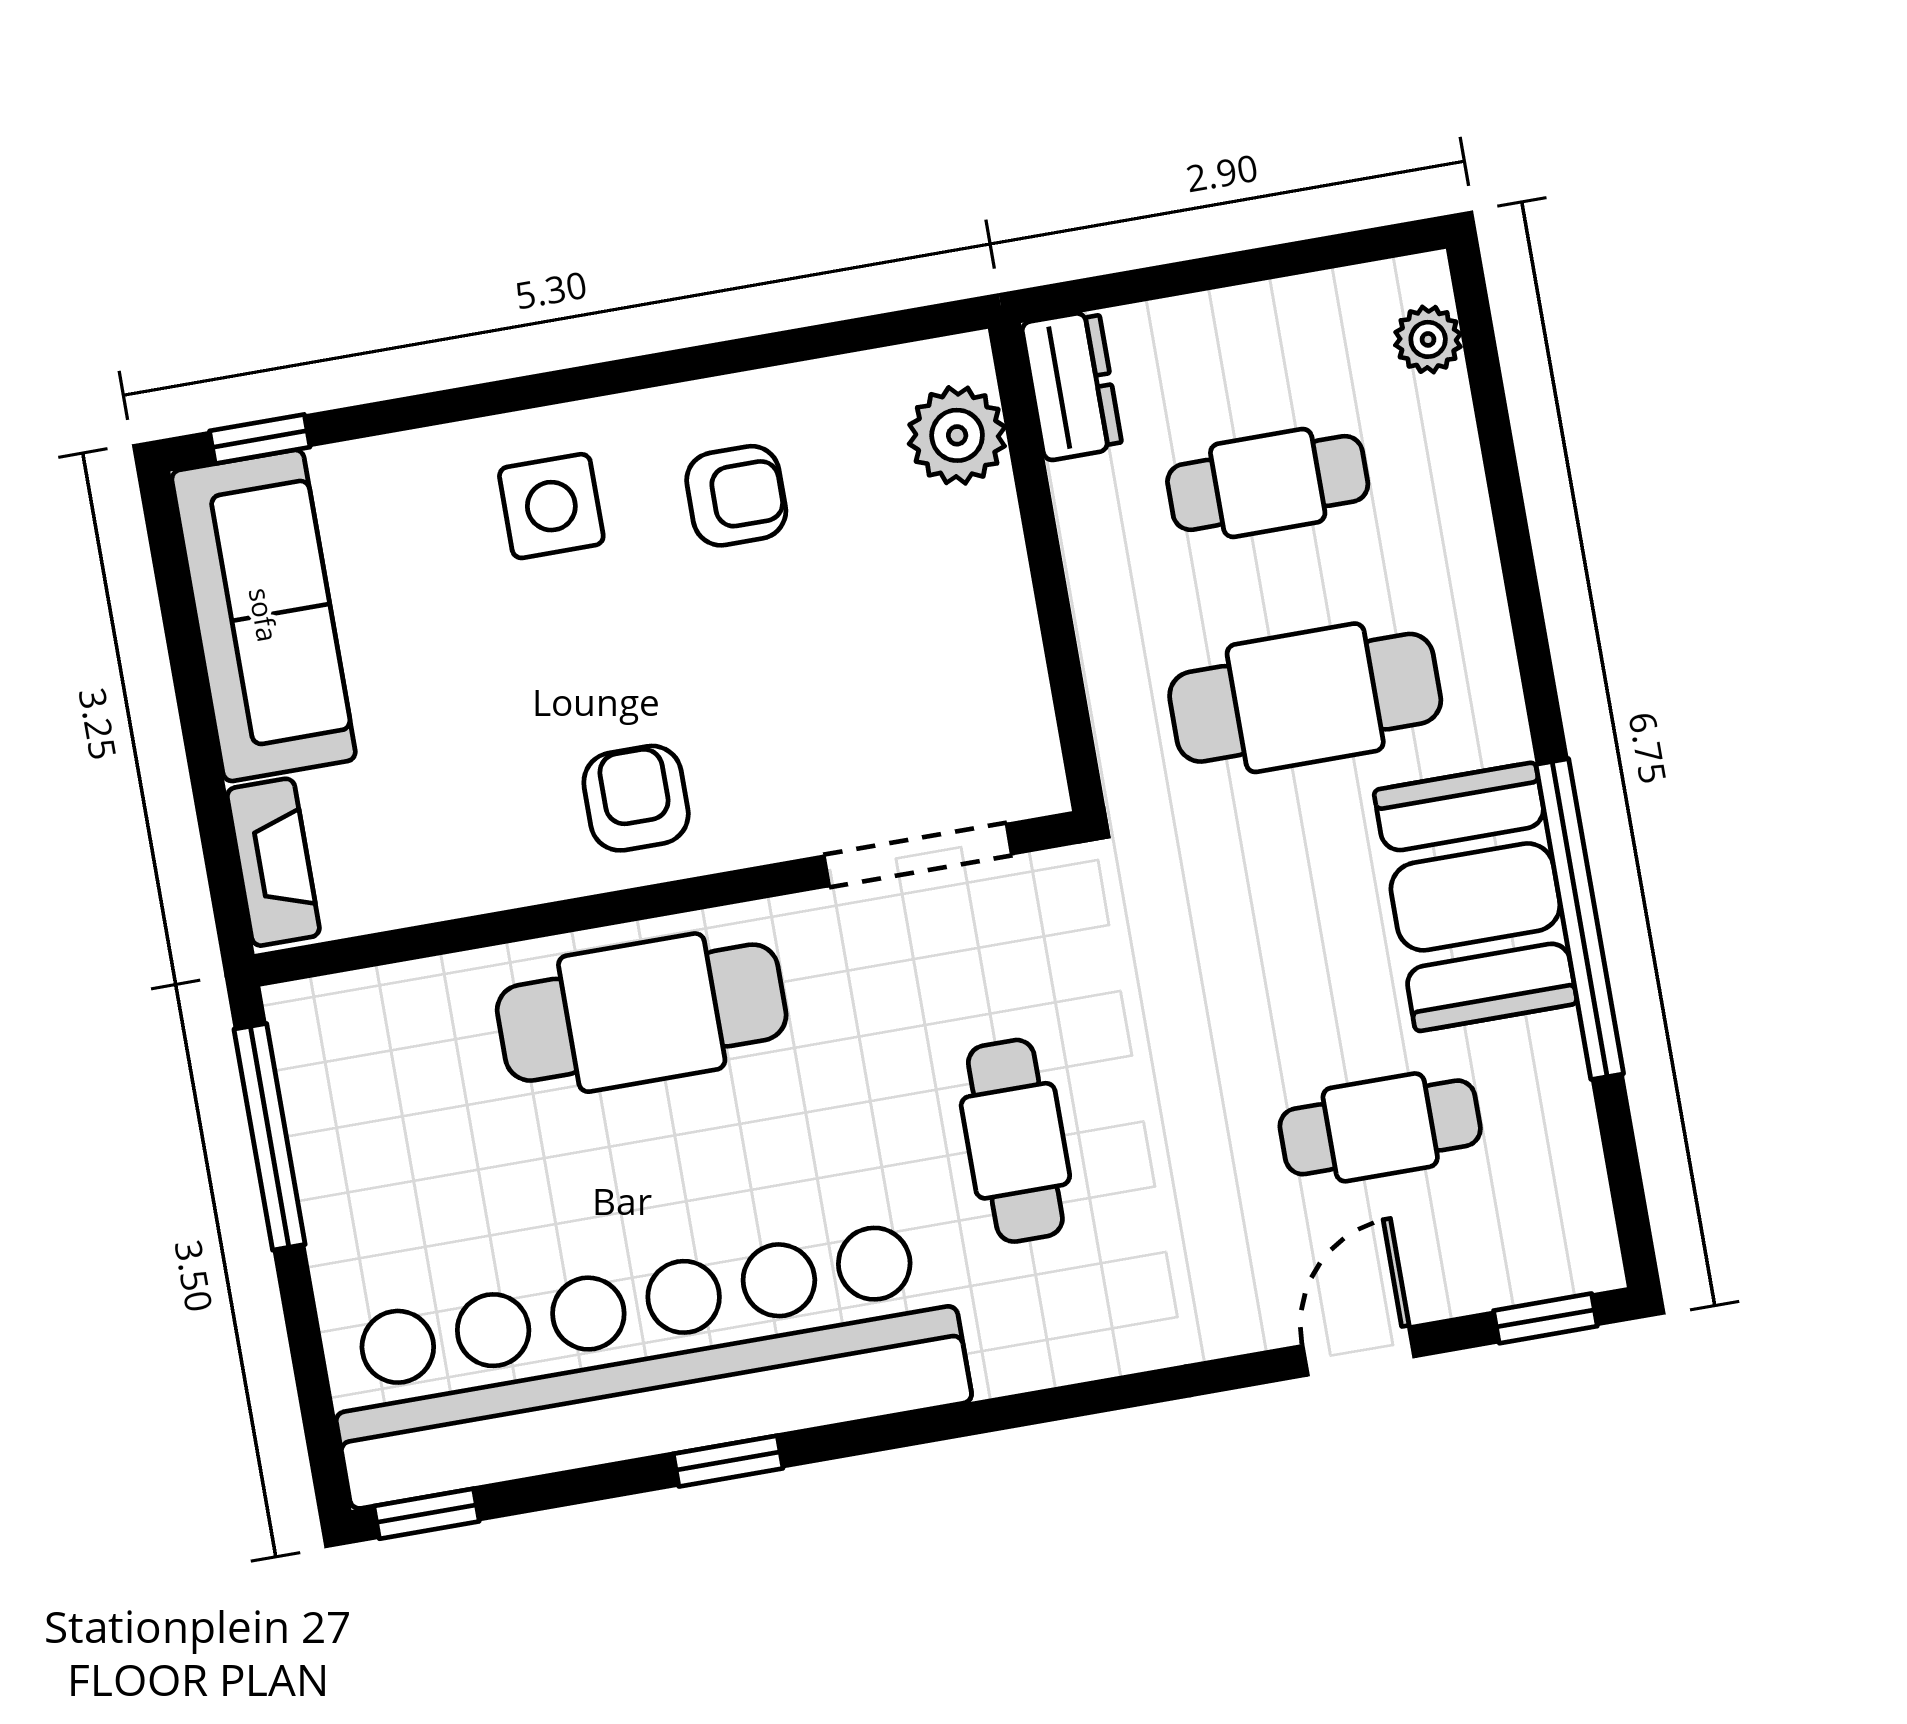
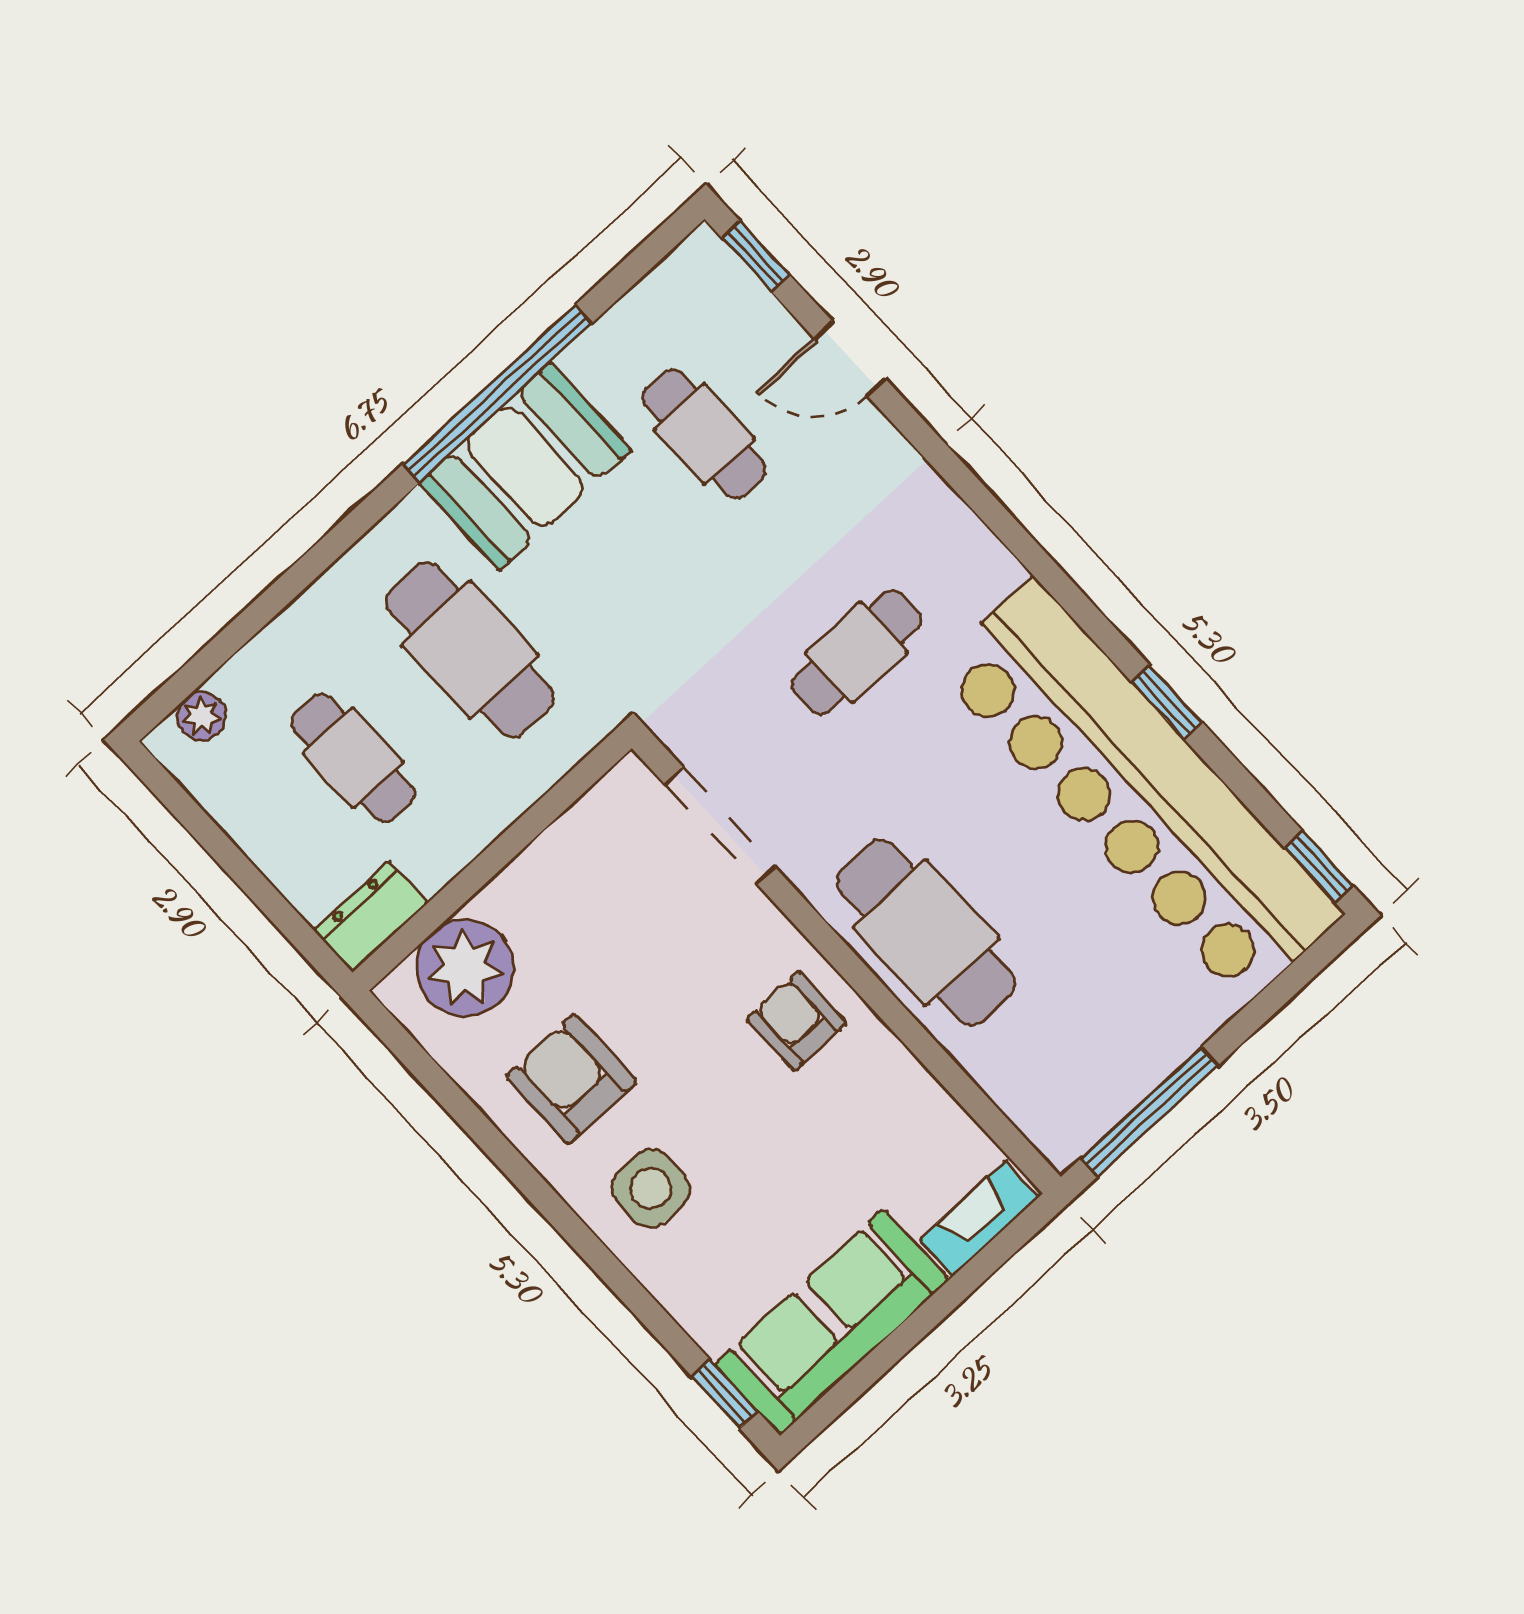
plant: (957, 435) -> (465, 968), width x1.36, depth x1.36
armchair: (736, 496) -> (571, 1079), width x1.38, depth x1.38
armchair: (636, 798) -> (796, 1021), turned 90

